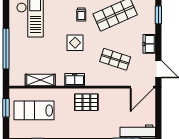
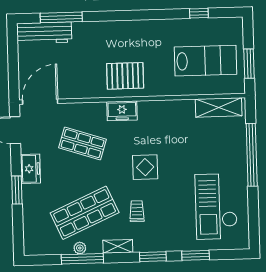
window: (158, 15) -> (17, 190), moved
shelving: (40, 80) -> (219, 107), moved
freezer: (75, 80) -> (122, 111), moved

